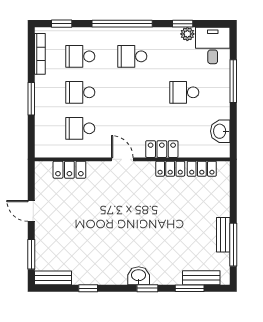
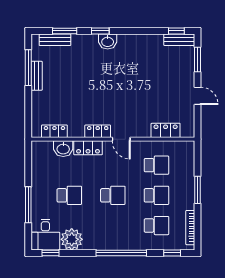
window: (183, 24) -> (51, 253), moved
plant: (187, 34) -> (72, 239), width x1.87, depth x1.87
school desk: (132, 56) -> (113, 195), moved
washbasin: (220, 131) -> (63, 149), moved, turned 90
locker: (170, 169) -> (98, 131), moved
window: (88, 288) -> (176, 31), moved

